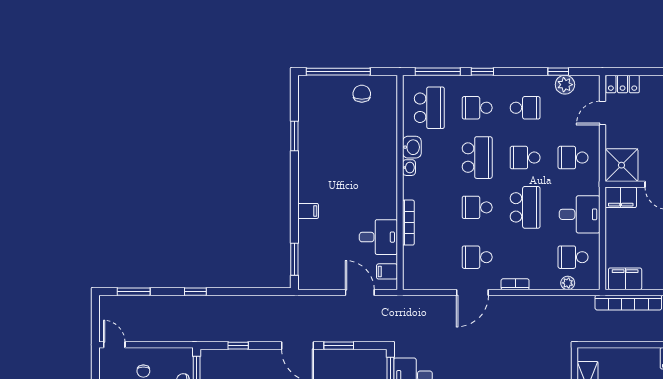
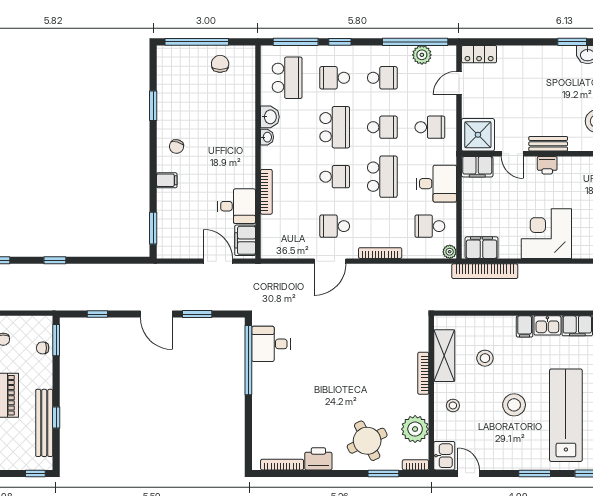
window: (558, 72) -> (415, 42), width x3.17
school desk: (525, 158) -> (382, 127), turned 180
school desk: (573, 158) -> (430, 127), turned 180
chair: (318, 177) -> (176, 146), added
school desk: (477, 207) -> (335, 177), turned 180
filing cabinet: (387, 271) -> (245, 240), width x2.00
plant: (568, 283) -> (450, 252), moved
bookcase: (515, 284) -> (380, 253), width x1.56

